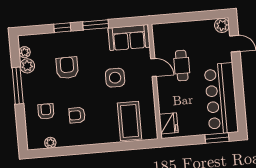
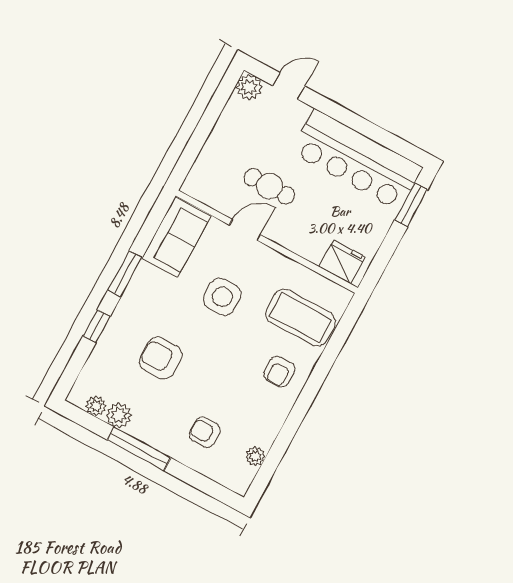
armchair: (77, 115) -> (279, 372), moved

